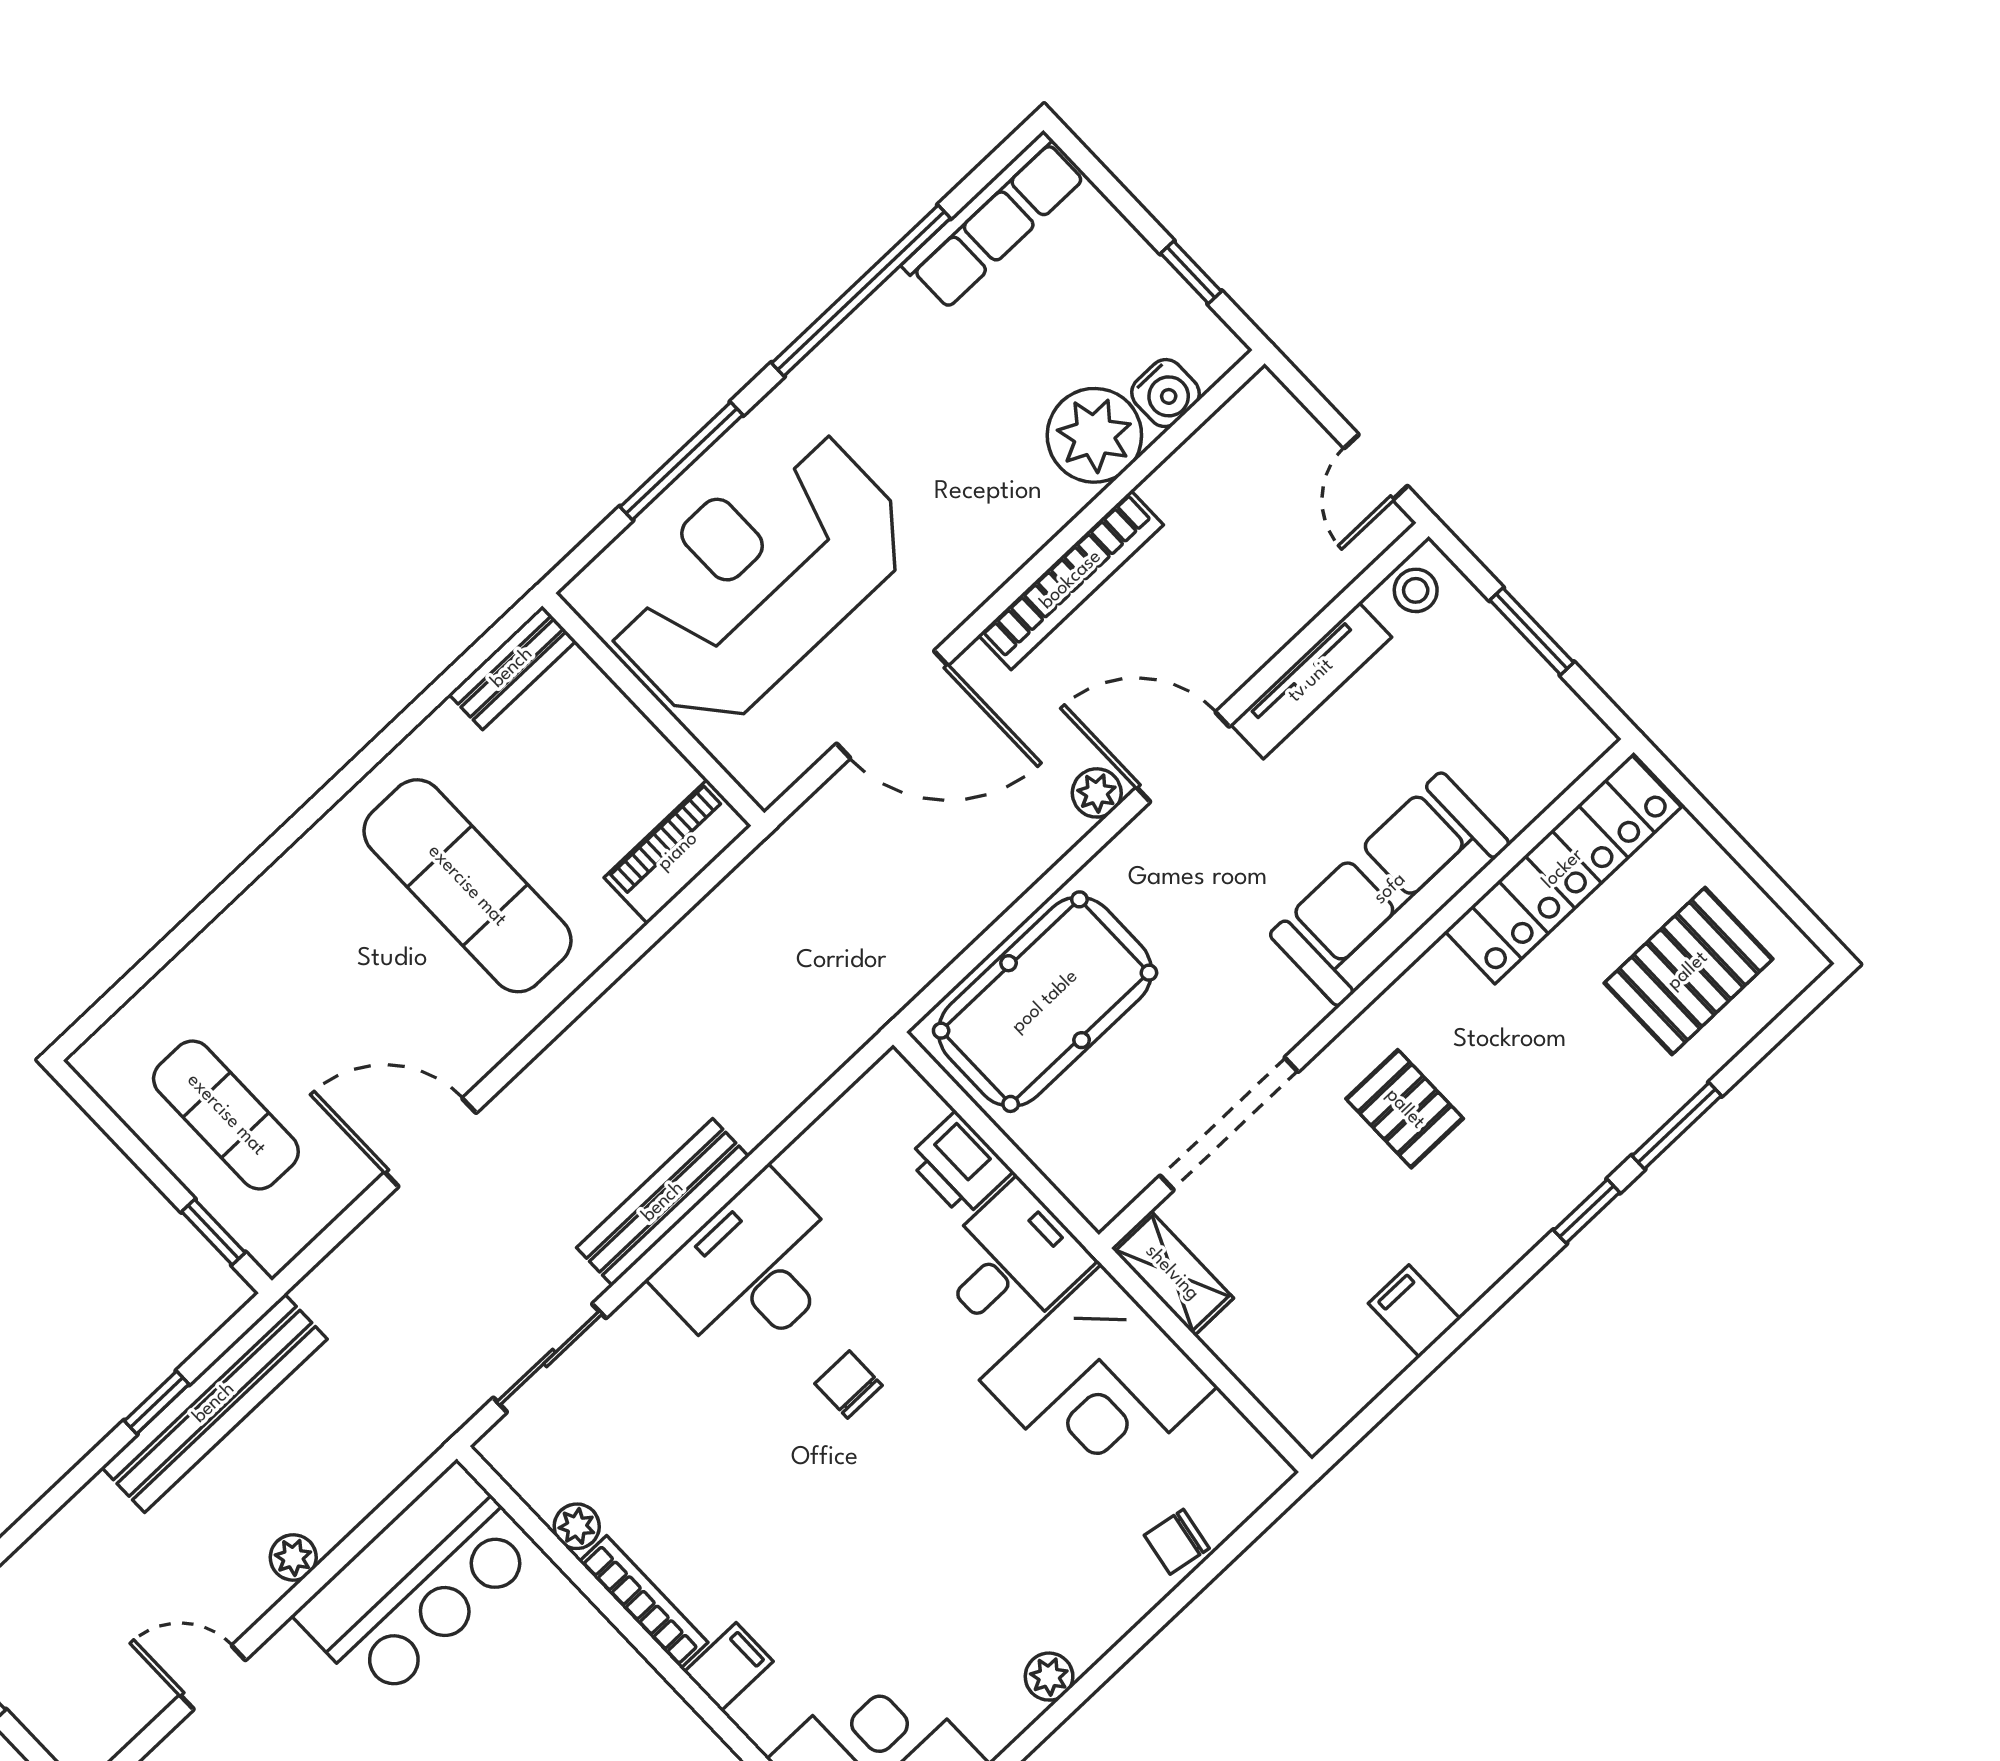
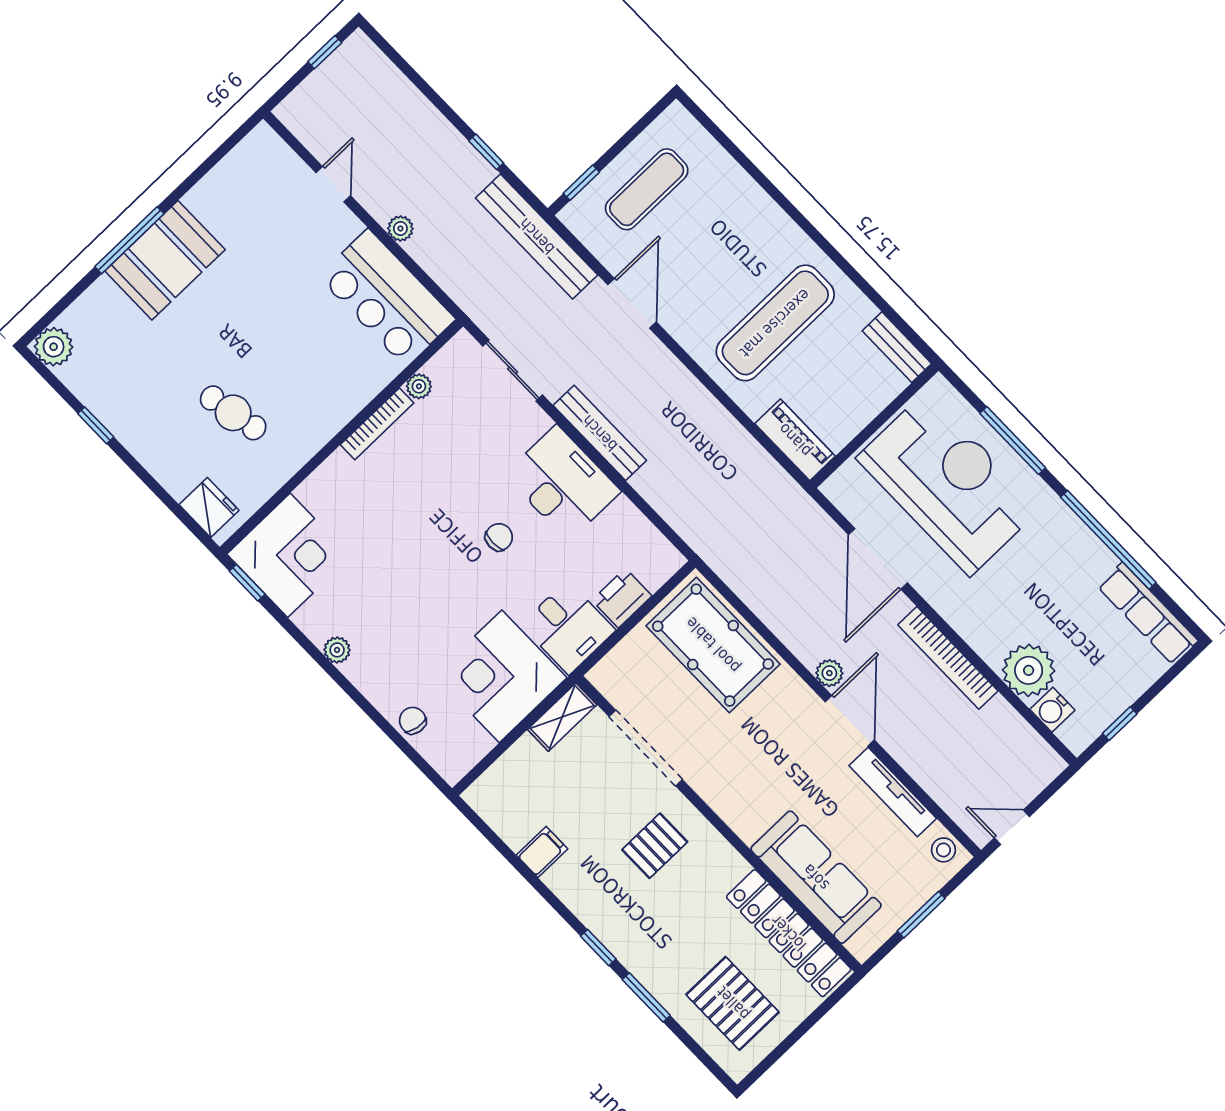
sofa: (1390, 889) -> (816, 877), moved
bench: (214, 1403) -> (537, 236), moved
filing cabinet: (729, 1667) -> (341, 471), removed

